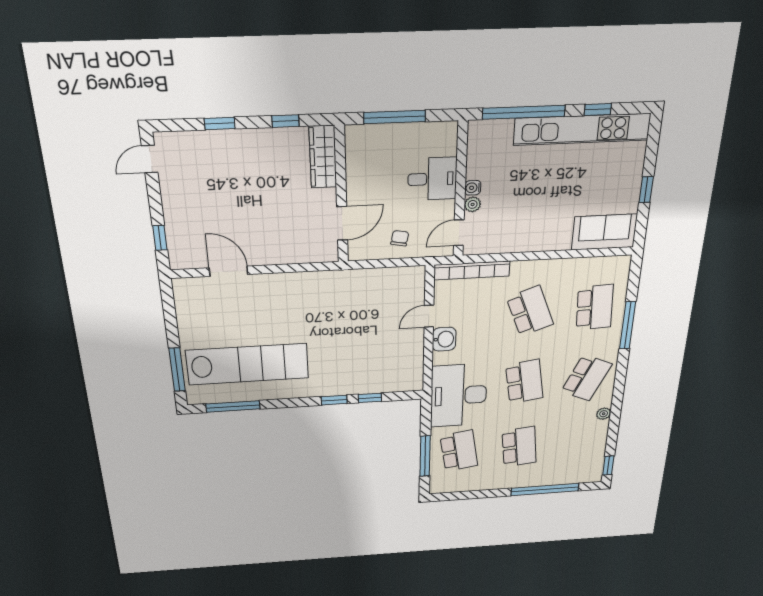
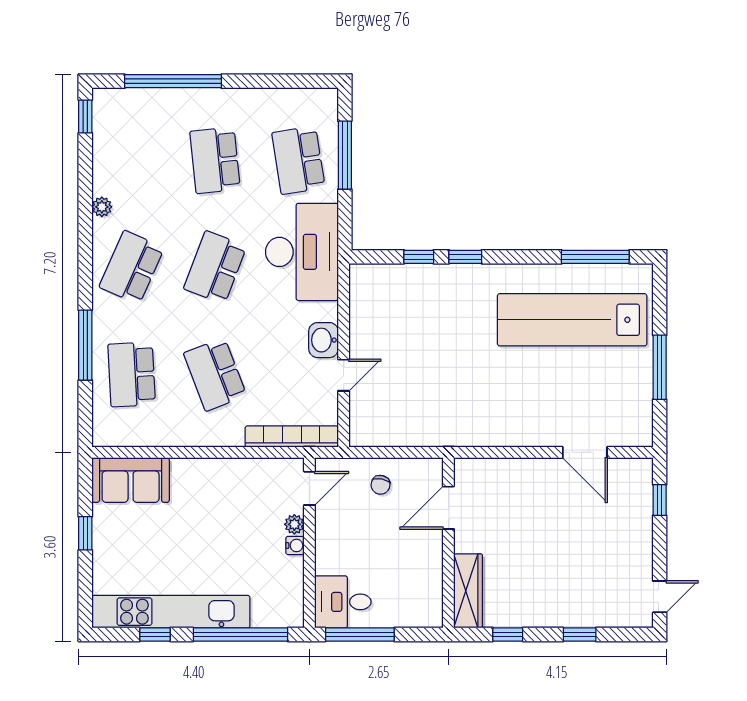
window: (395, 117) -> (360, 635), moved
desk: (432, 179) -> (343, 602), moved
window: (177, 370) -> (660, 367), moved
school desk: (524, 382) -> (215, 267), turned 30

